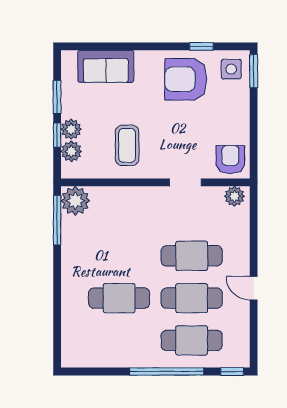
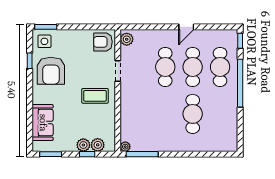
window: (57, 97) -> (51, 154), moved
coffee table: (127, 145) -> (95, 96), moved
plant: (75, 201) -> (125, 147), width x0.53, depth x0.53

